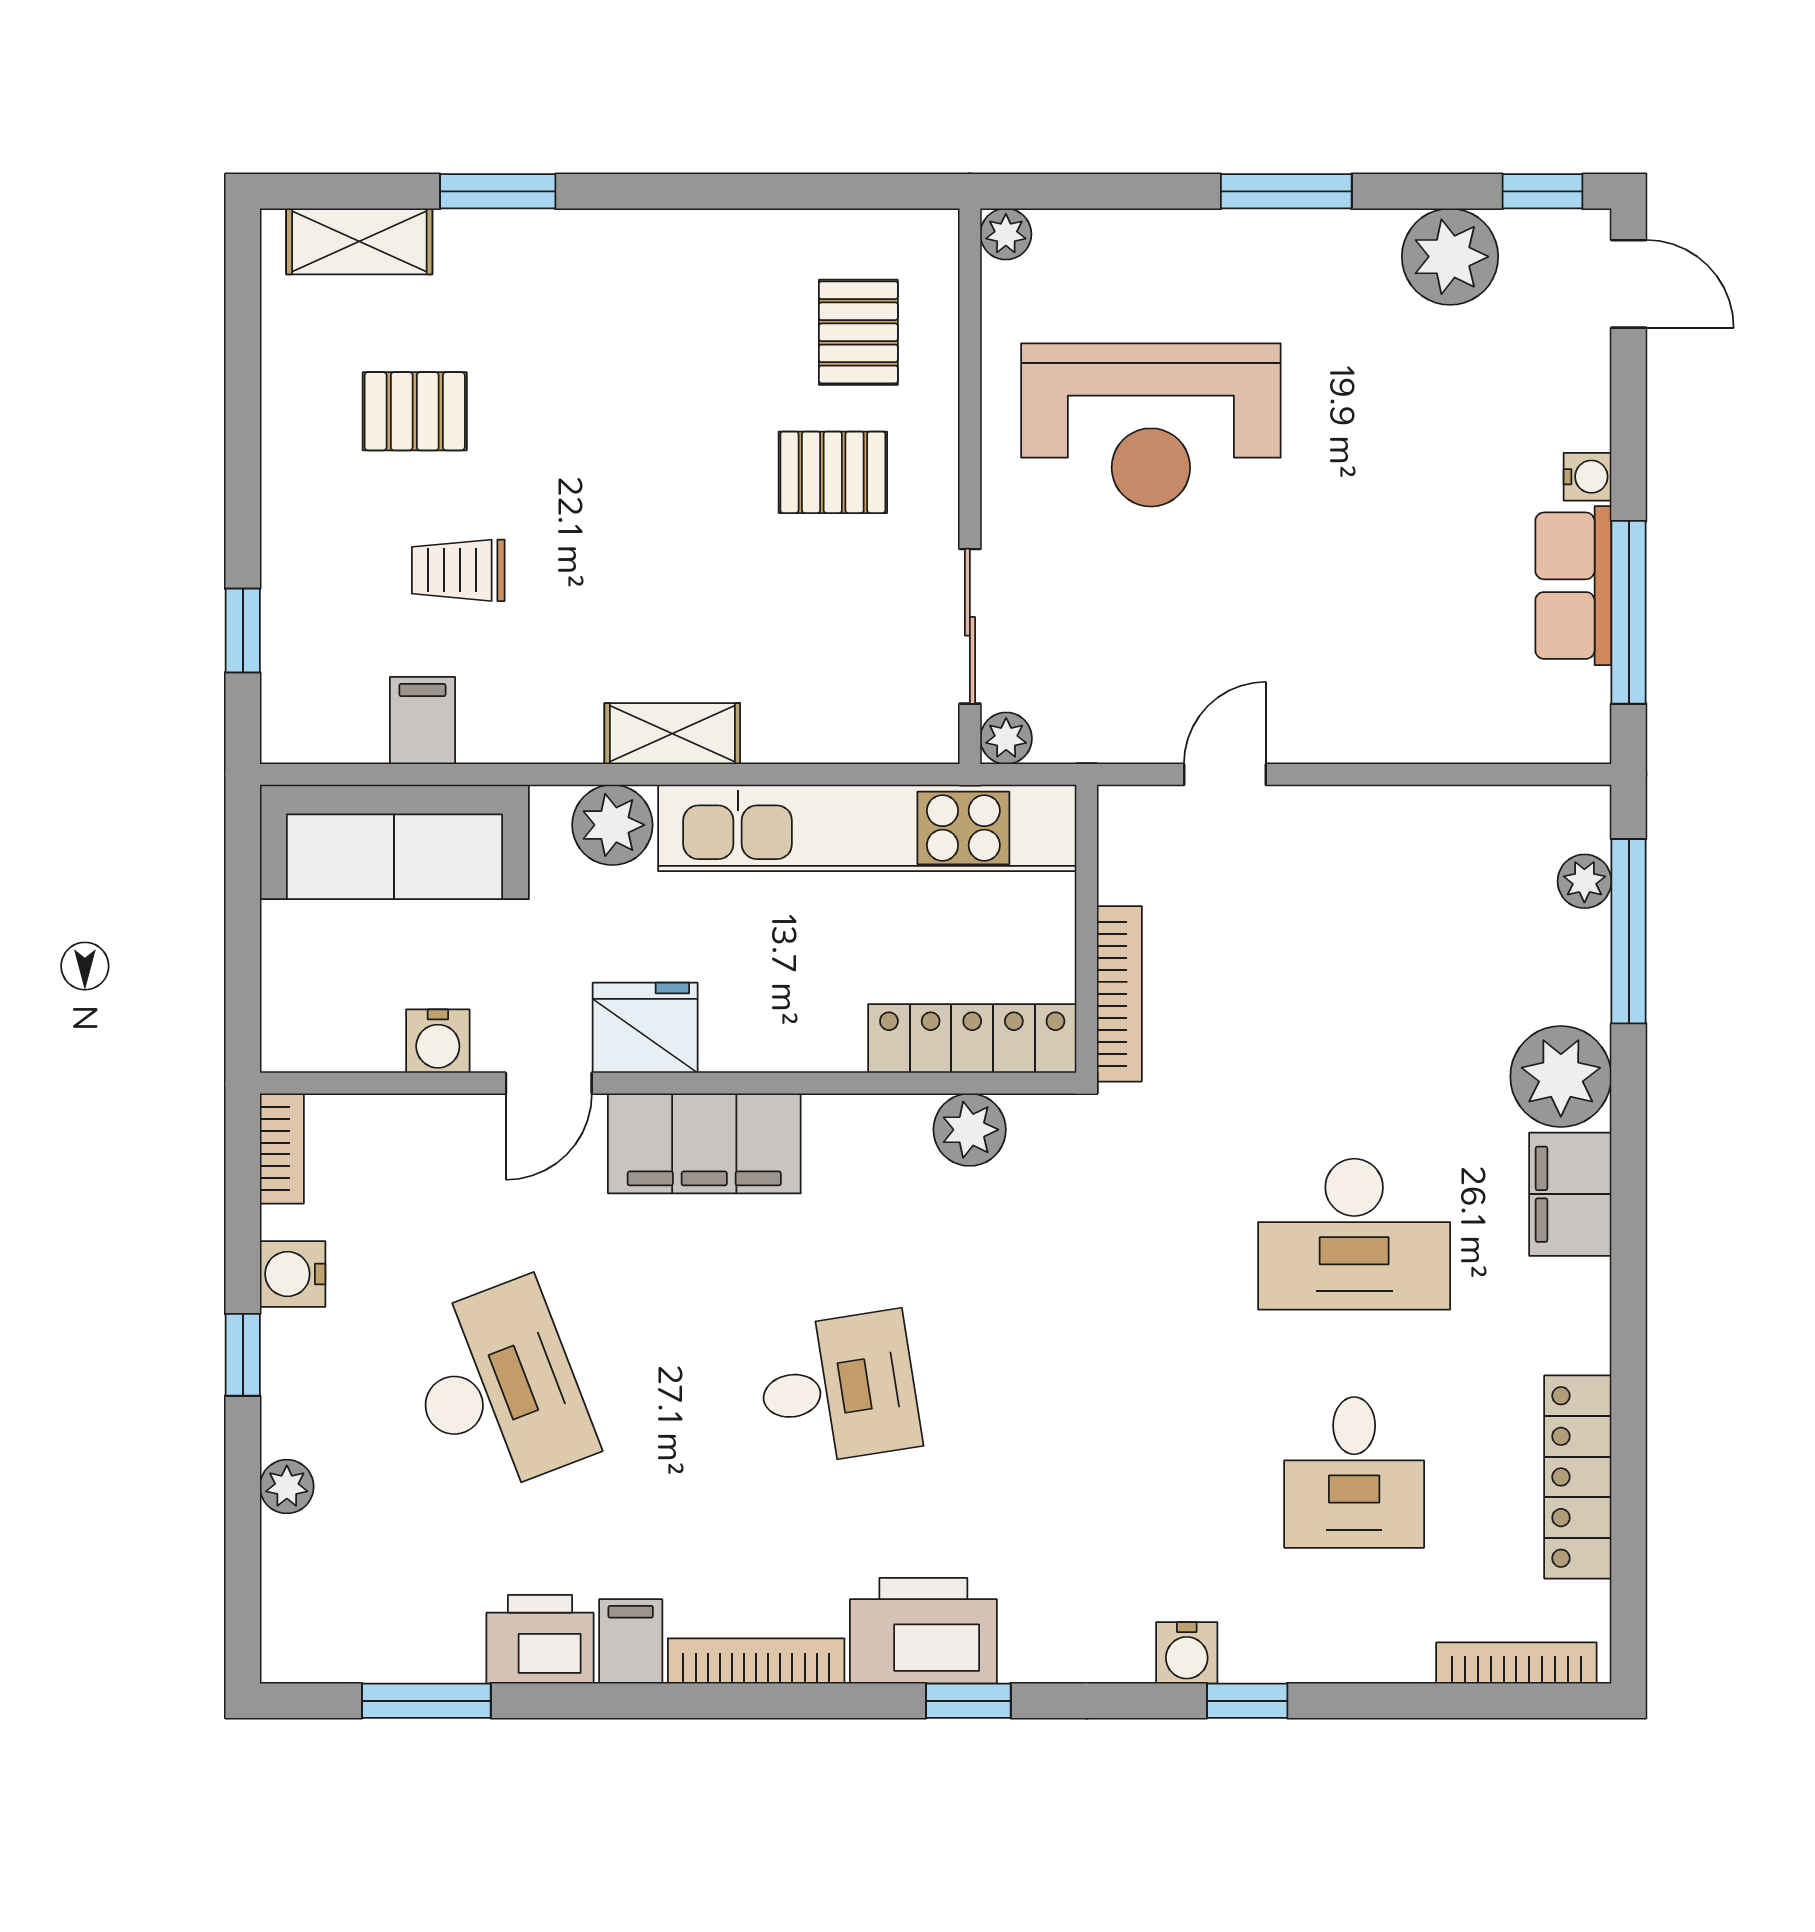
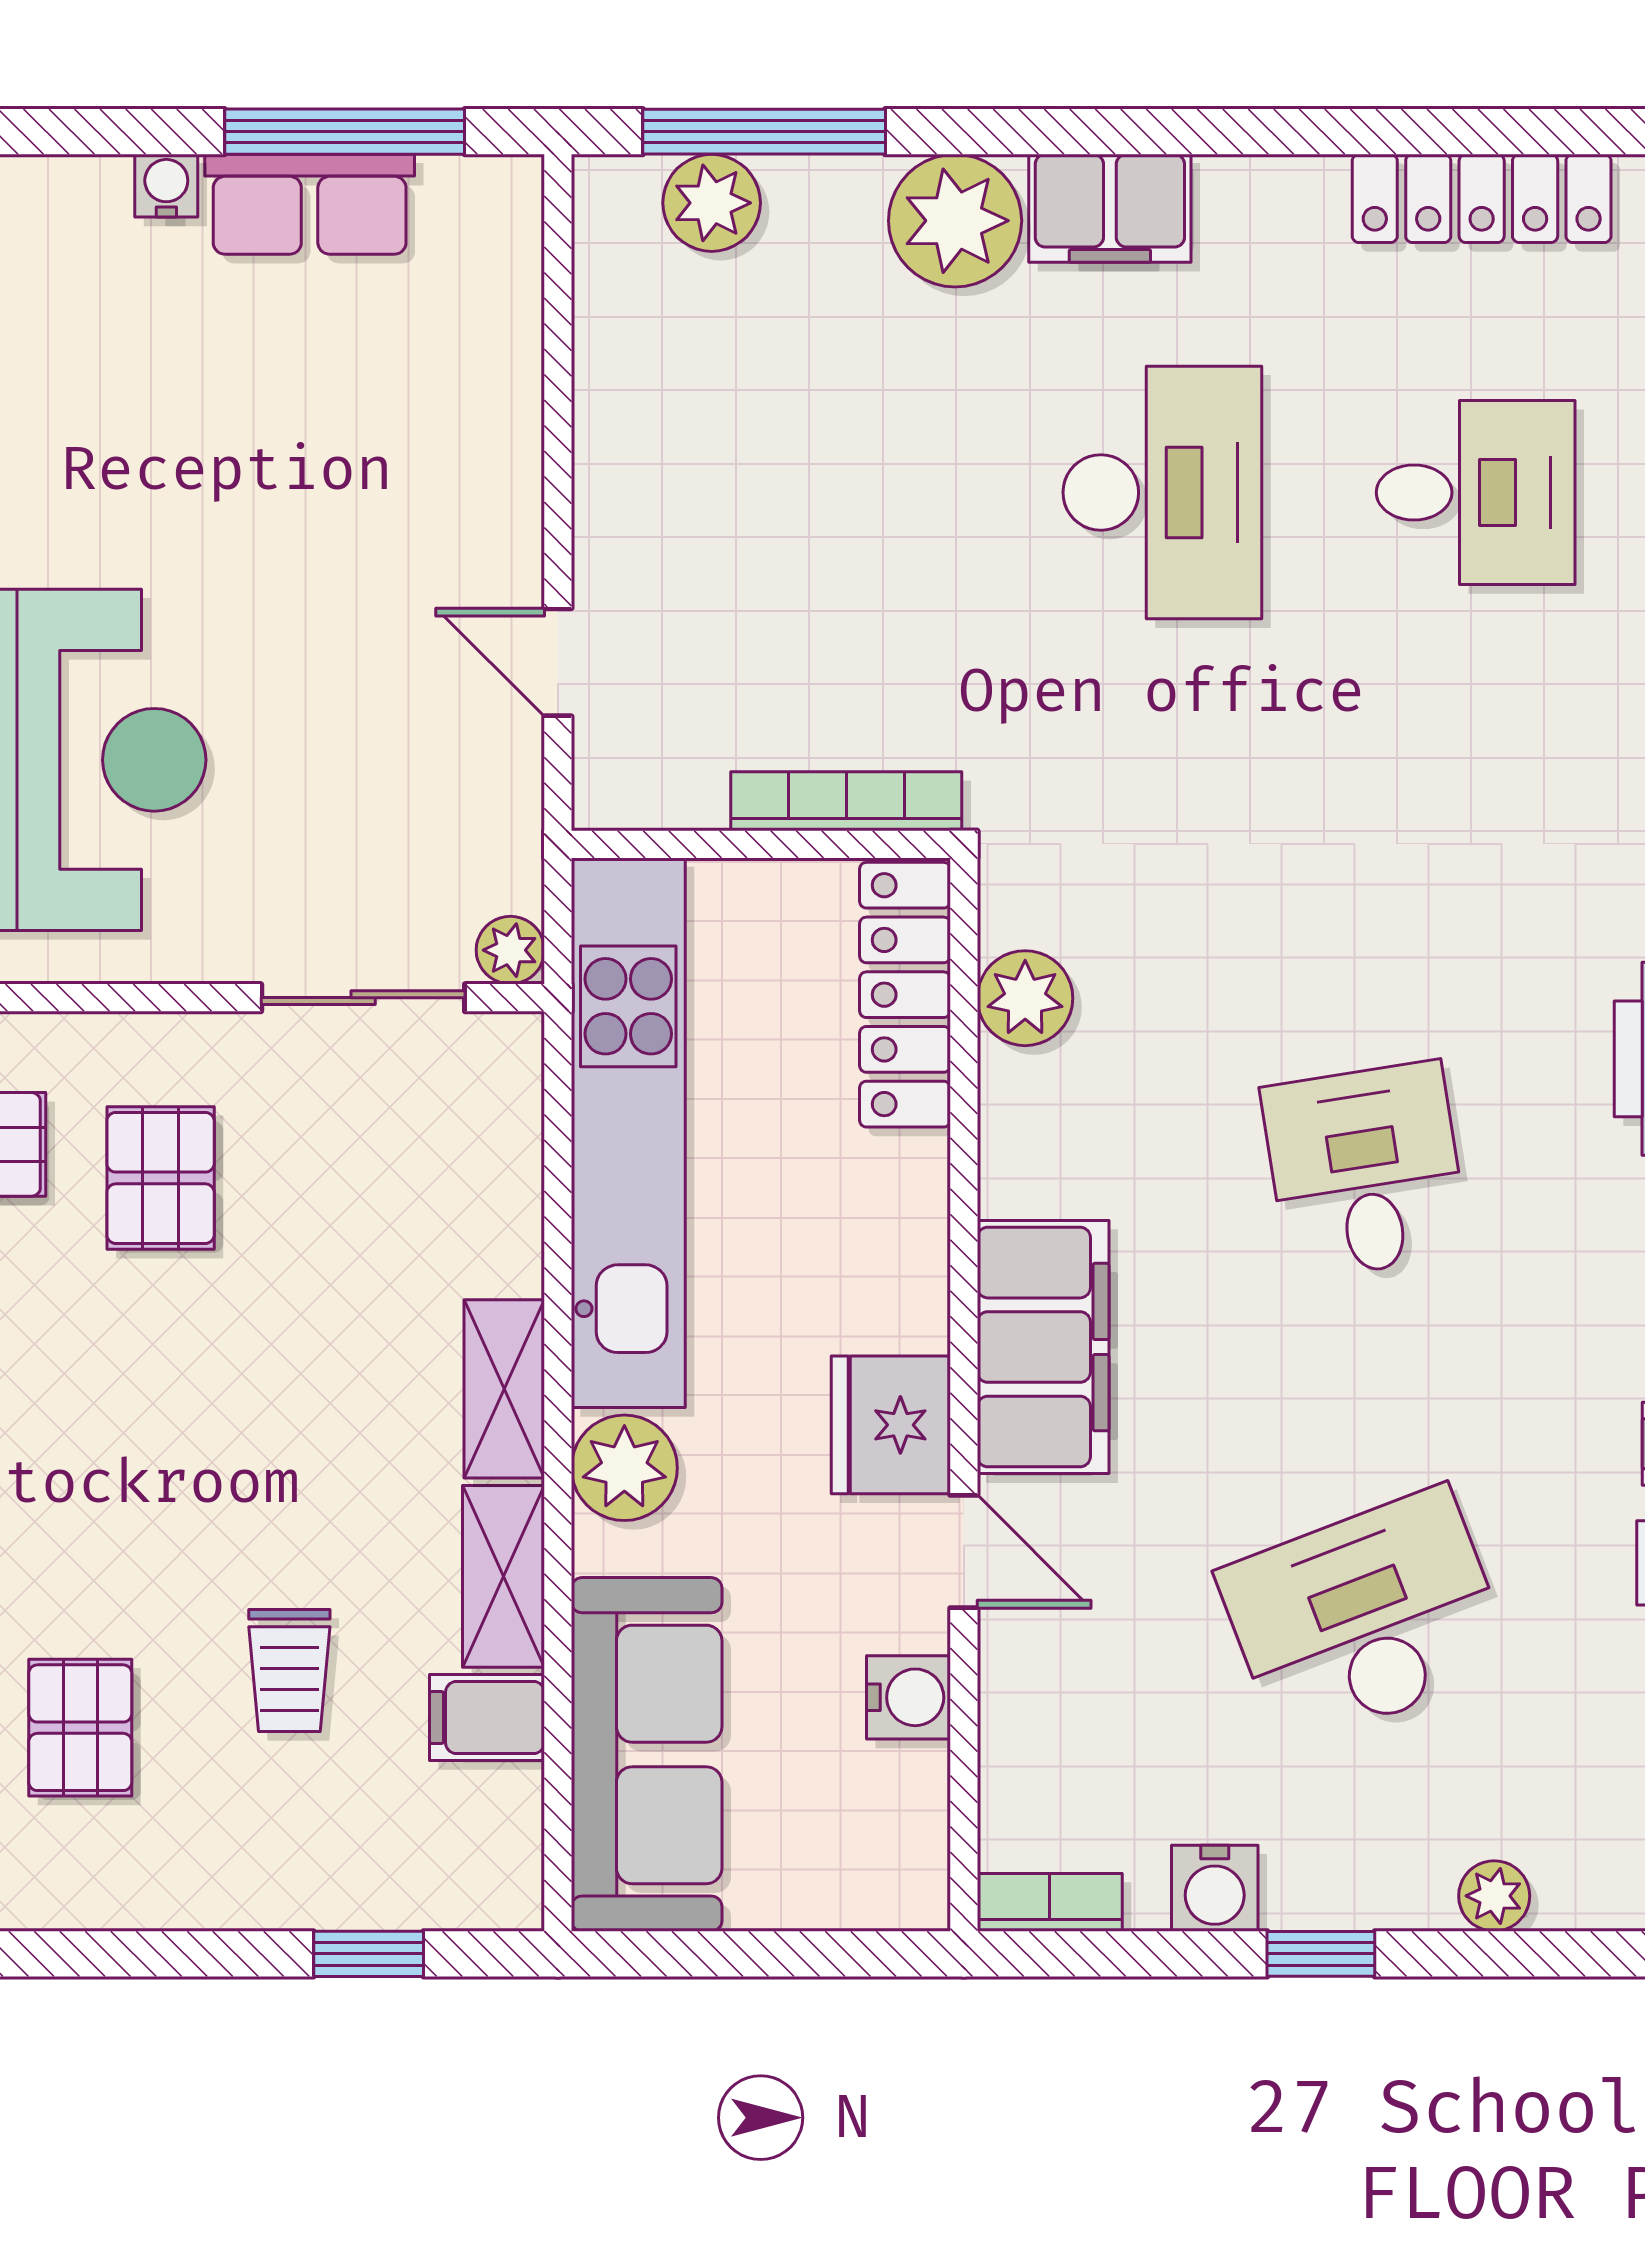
shelving: (530, 733) -> (503, 1576), added
plant: (1584, 881) -> (712, 203), width x1.38, depth x1.38

